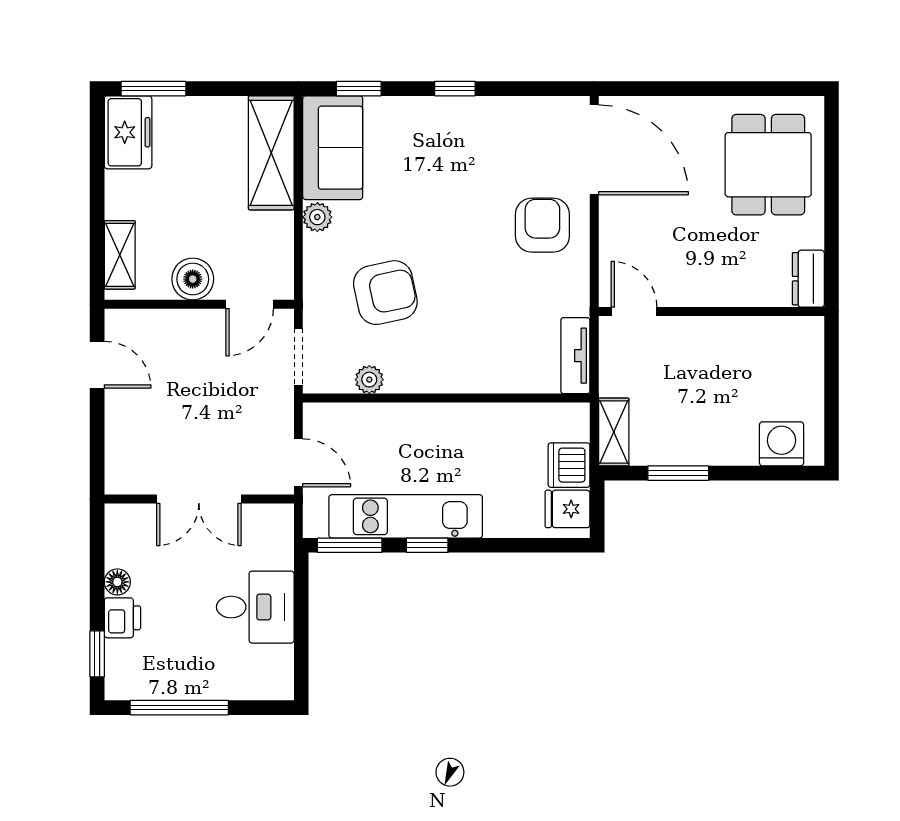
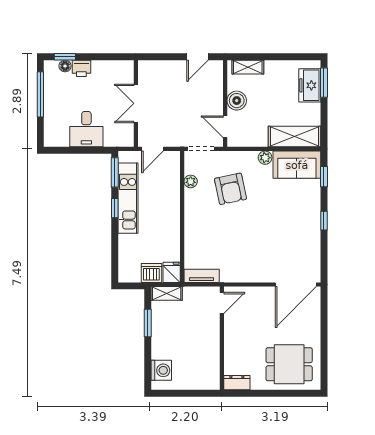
freezer: (128, 132) -> (310, 85), moved, turned 90
armchair: (542, 225) -> (261, 261), removed
fridge: (567, 509) -> (172, 272), moved
floor lamp: (117, 582) -> (65, 66), moved

